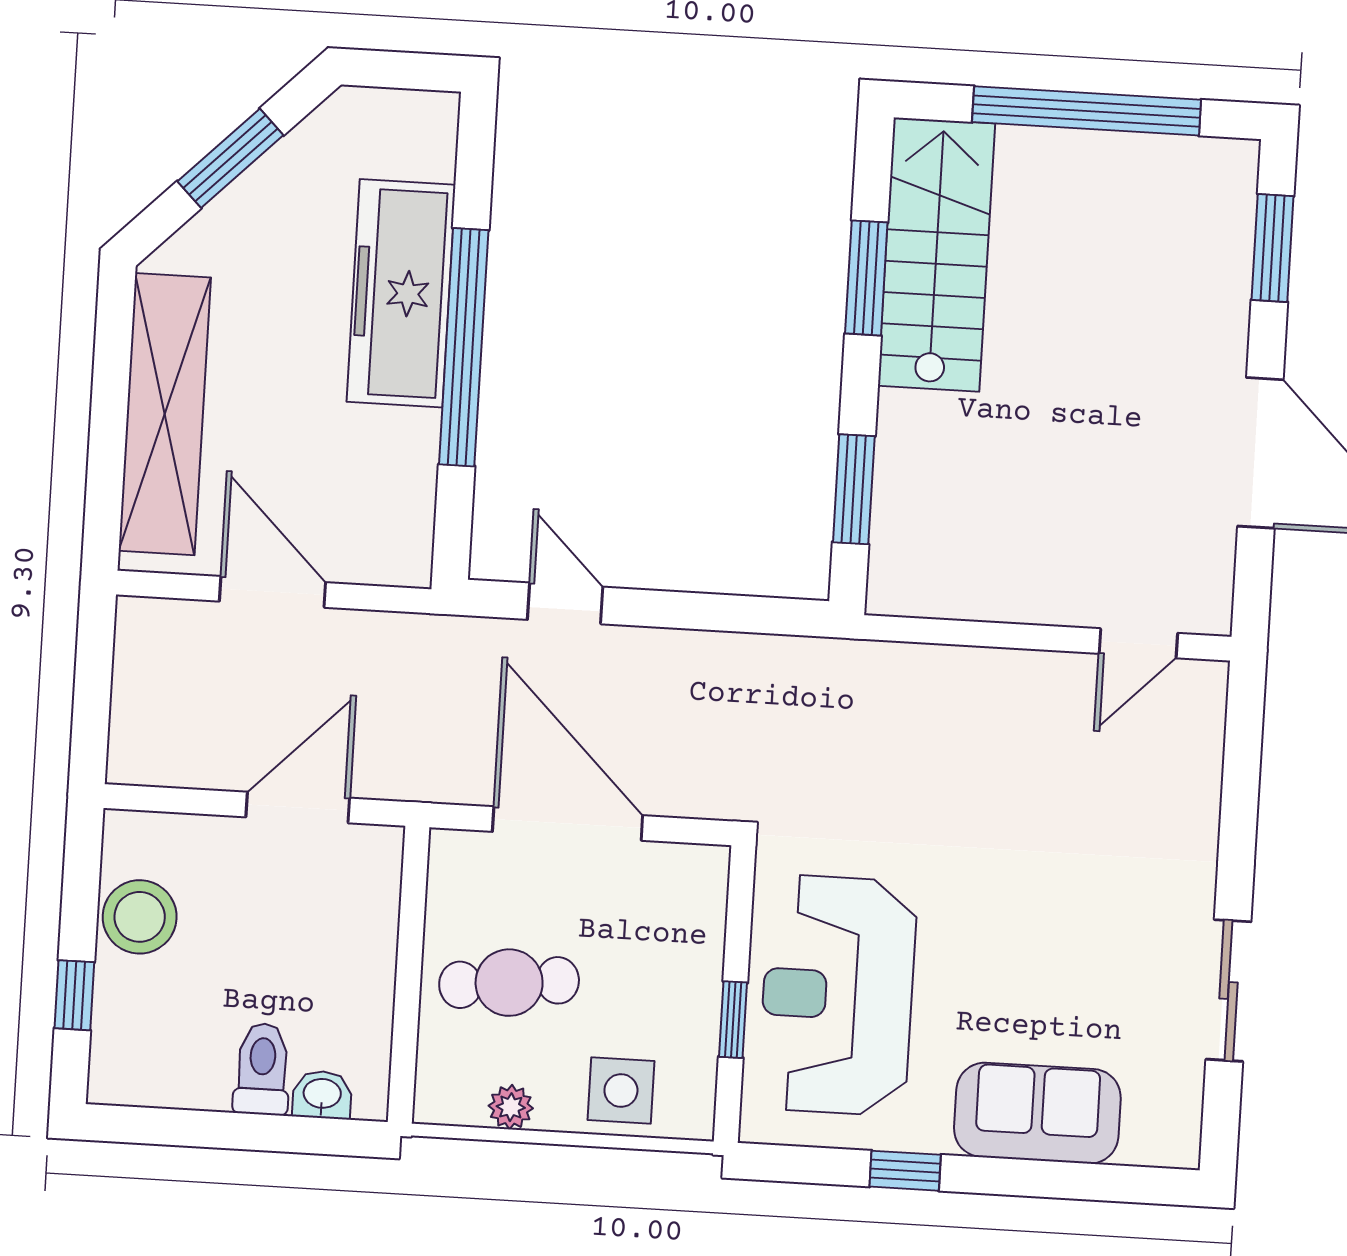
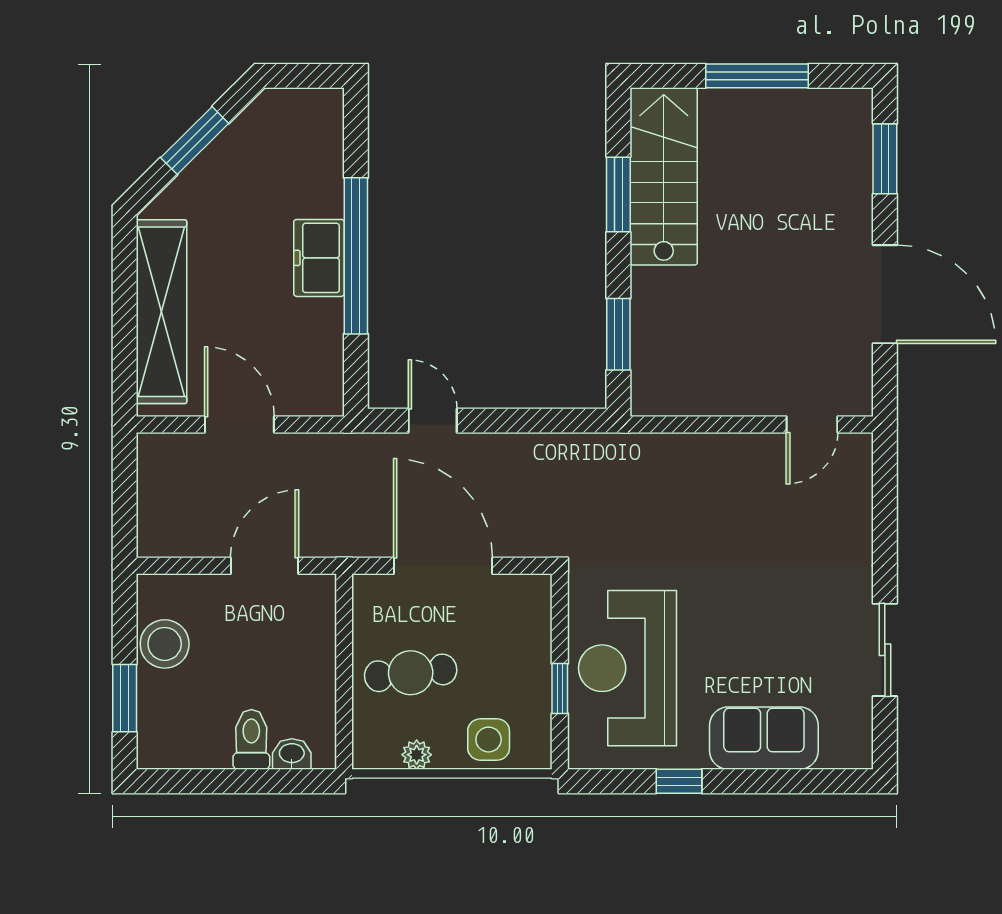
window: (1087, 111) -> (757, 76), width x0.68
freezer: (401, 293) -> (319, 258), width x0.52, depth x0.79
window: (74, 995) -> (125, 698), width x1.50

